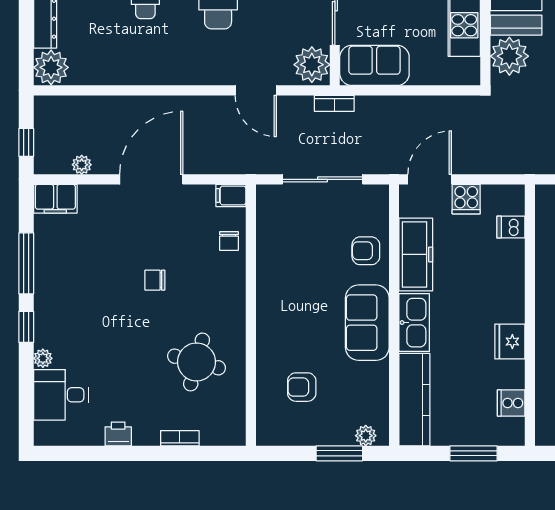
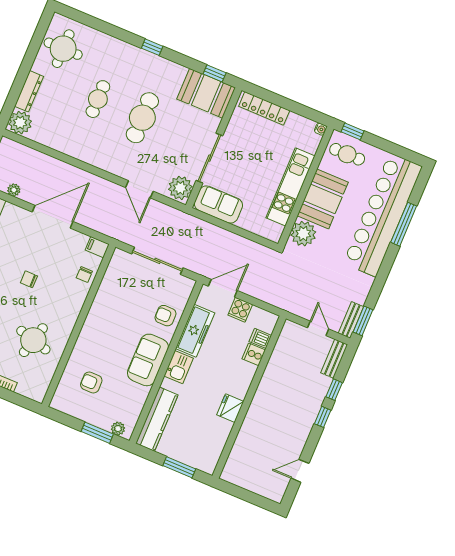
bookcase: (334, 103) -> (184, 217), removed
kitchen sink: (414, 323) -> (179, 367), width x0.73
cooker: (511, 403) -> (254, 354), moved

